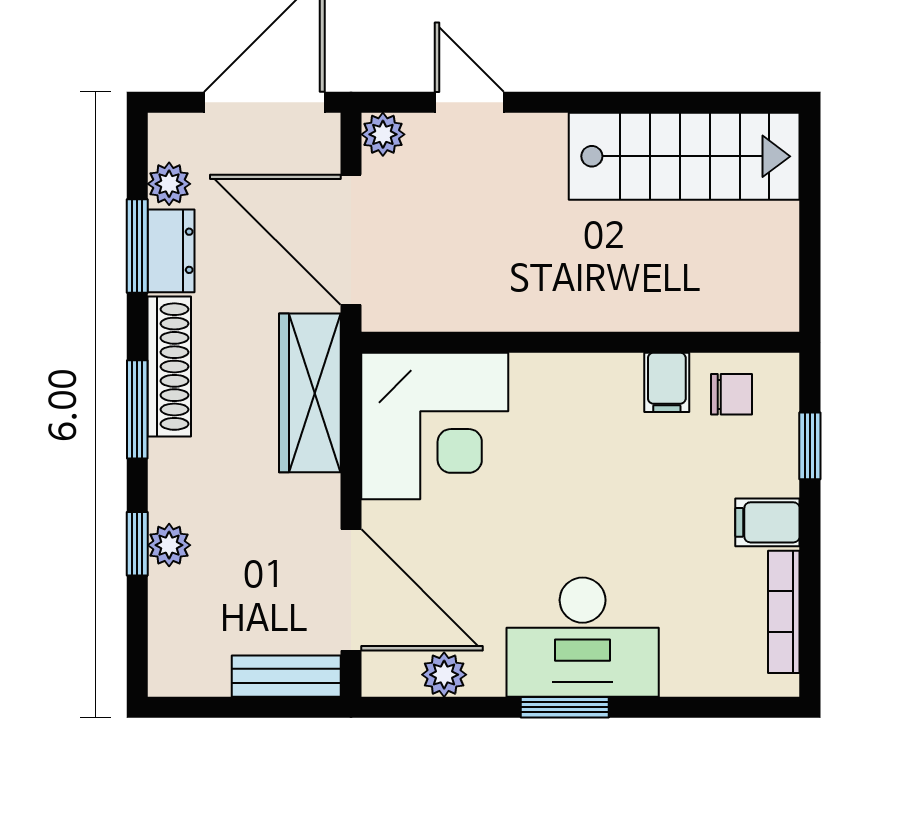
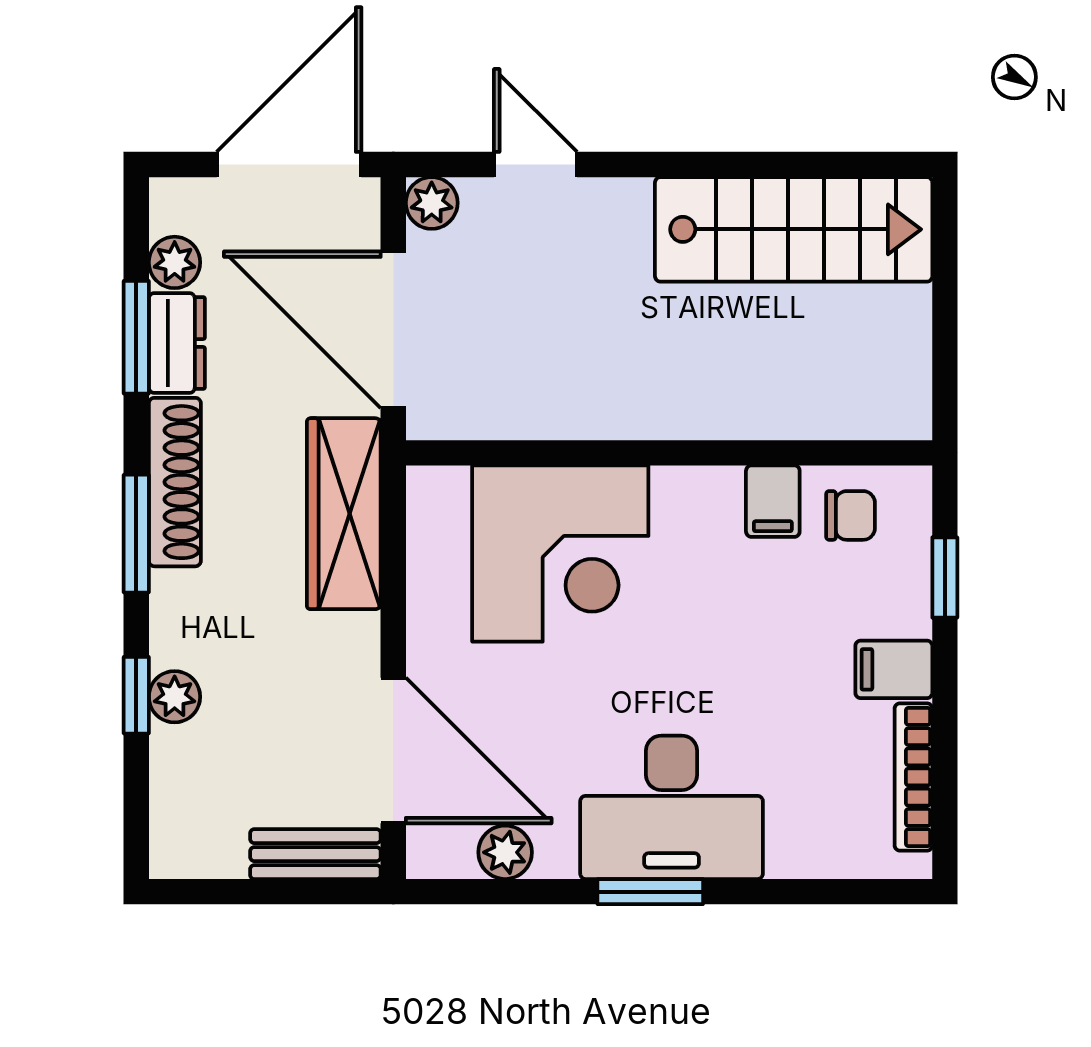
corner desk: (435, 426) -> (560, 554), moved

